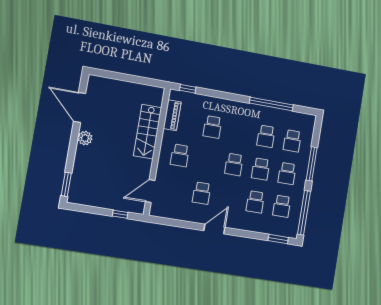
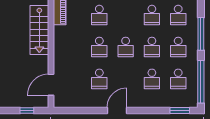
school desk: (180, 155) -> (99, 47), moved

